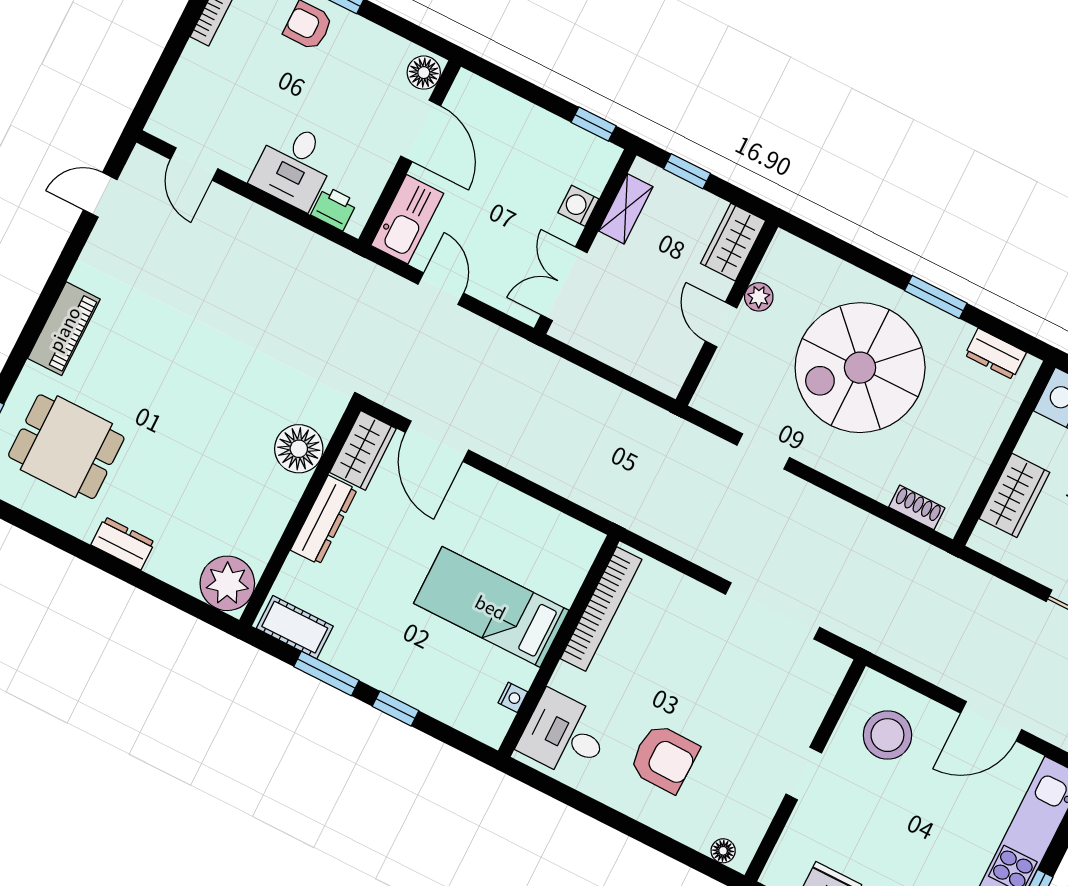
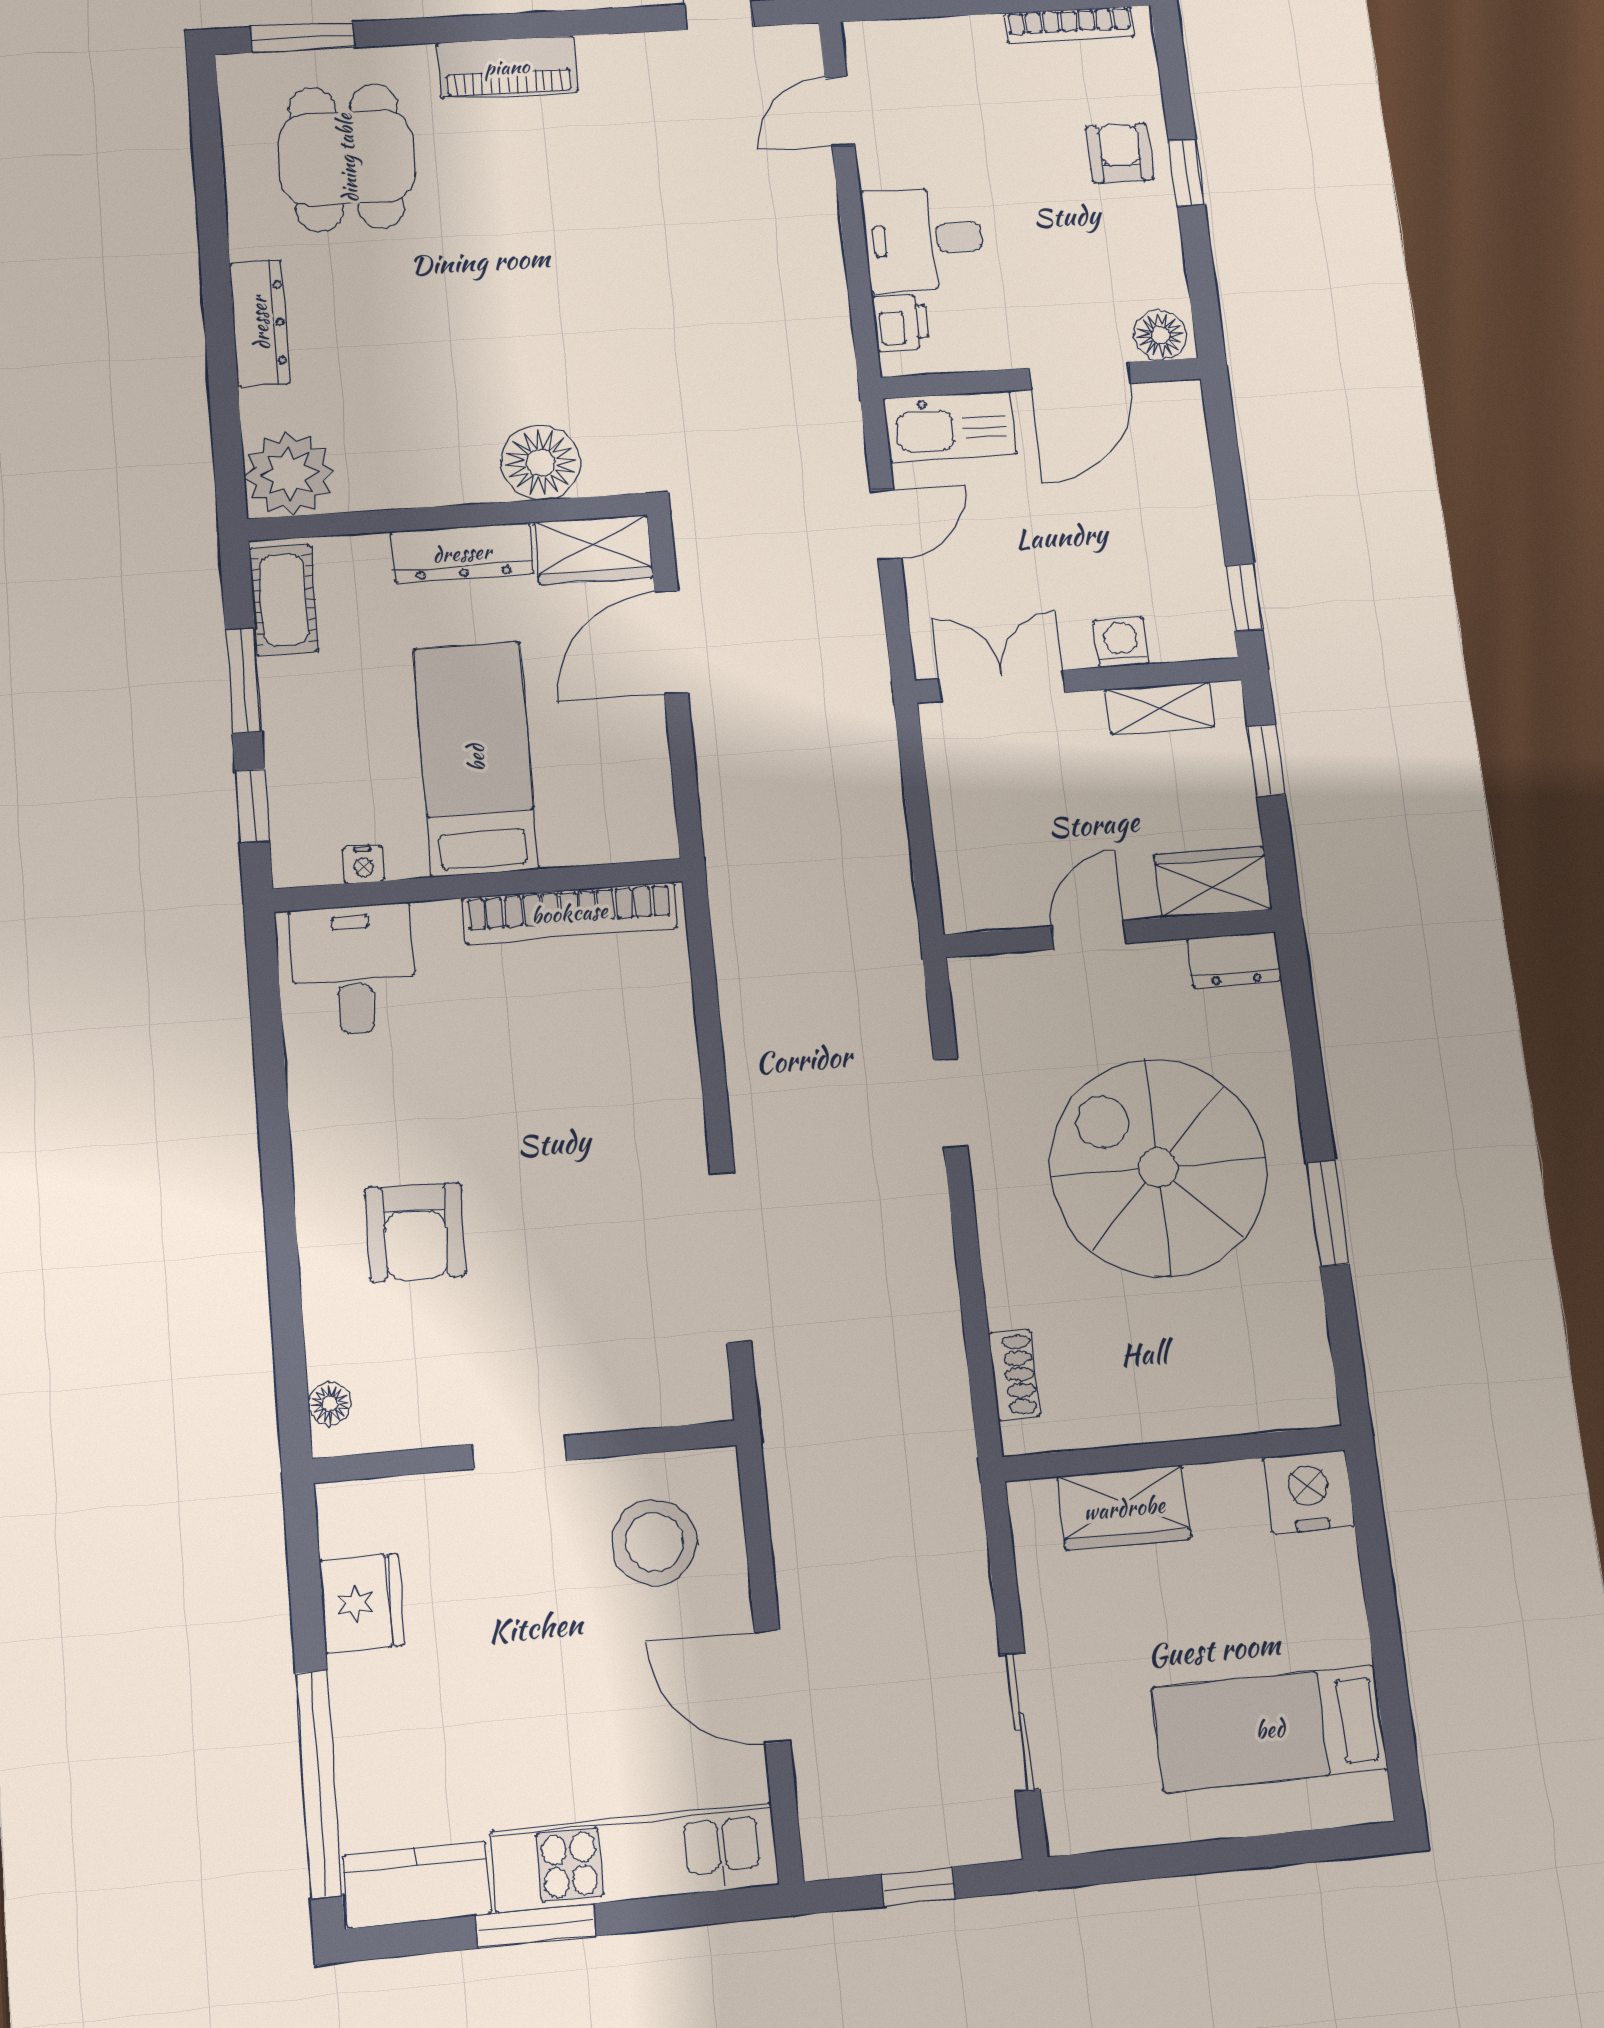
plant: (759, 297) -> (1162, 964), removed
dresser: (995, 354) -> (1234, 960), moved, turned -90
dresser: (123, 543) -> (260, 323), width x1.44
bed: (491, 607) -> (476, 758), moved
bookcase: (601, 609) -> (569, 913), moved
wall: (559, 646) -> (479, 885), moved
nightstand: (513, 697) -> (364, 864), moved
desk: (564, 735) -> (354, 969), moved

